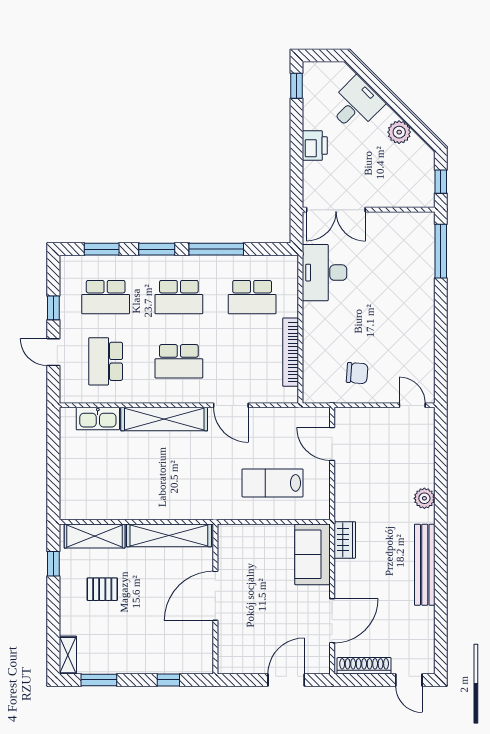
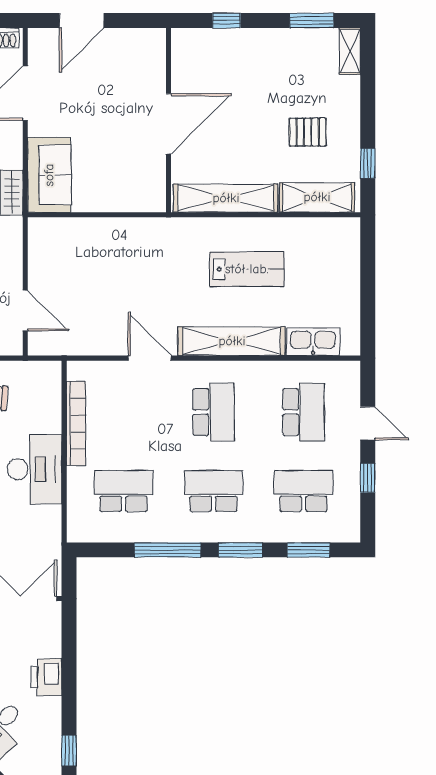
desk: (325, 273) -> (34, 469), moved
school desk: (179, 361) -> (213, 412), turned 90
lab bench: (273, 483) -> (247, 269), moved

